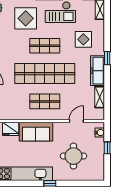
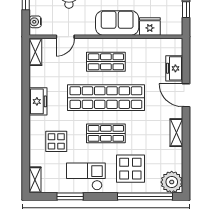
window: (107, 58) -> (26, 118), removed
freezer: (97, 71) -> (38, 101), width x0.71
shelving: (100, 97) -> (35, 52), moved

